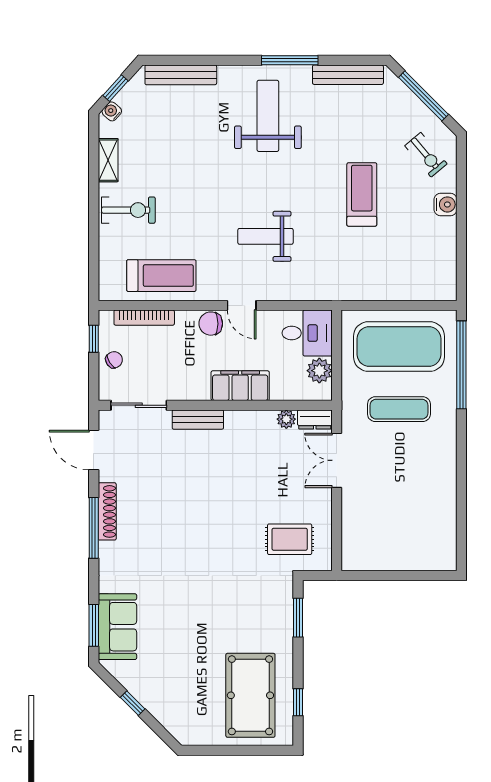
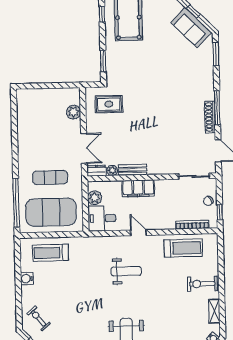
treadmill: (362, 194) -> (51, 253), moved, turned 90
water cooler: (446, 204) -> (27, 279), moved
treadmill: (161, 276) -> (183, 248), turned 180
chair: (211, 324) -> (155, 222), removed
bench: (198, 420) -> (133, 170), moved
plant: (354, 526) -> (74, 112), added
sofa: (117, 627) -> (191, 28), moved, turned -45

